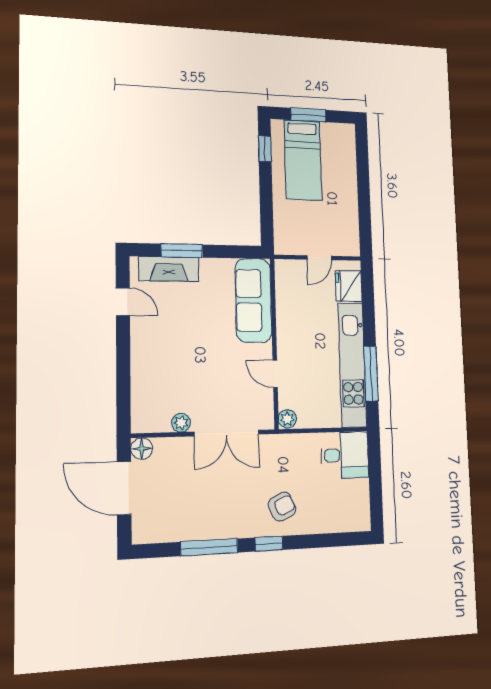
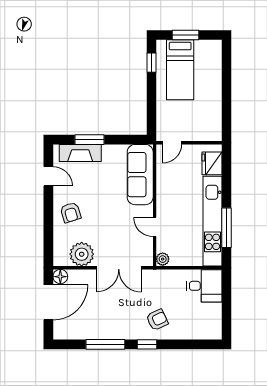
door: (319, 258) -> (172, 143), moved
armchair: (156, 354) -> (71, 212), added
plant: (181, 423) -> (82, 254), width x1.88, depth x1.88
door: (124, 488) -> (48, 302), swing flipped

